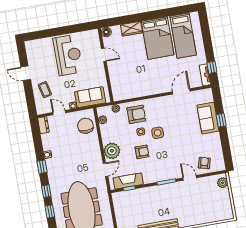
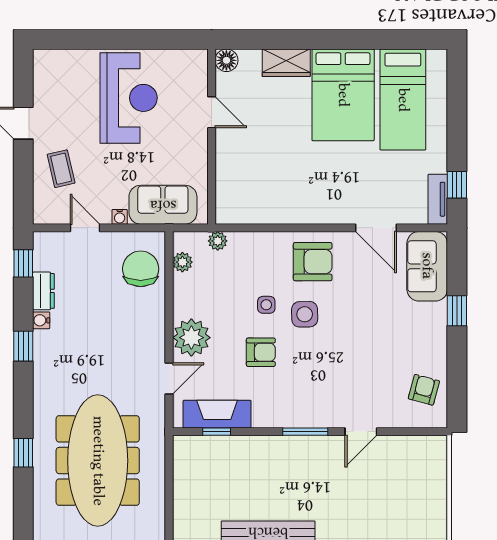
door: (181, 91) -> (376, 228), swing flipped
armchair: (136, 114) -> (313, 262), moved
sofa: (208, 118) -> (427, 266), moved
dresser: (43, 125) -> (43, 291), moved
armchair: (204, 163) -> (424, 390), moved
door: (190, 178) -> (361, 432), swing flipped
plant: (223, 183) -> (435, 456), removed
window: (46, 191) -> (23, 263), moved

